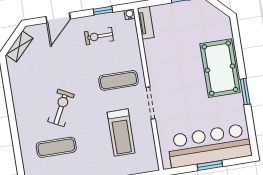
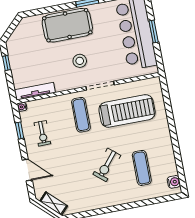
tv unit: (146, 23) -> (35, 91), width x1.41
stool: (179, 81) -> (80, 61), added
exercise bike: (61, 108) -> (107, 165), turned -77
treadmill: (121, 133) -> (127, 111), width x1.37, depth x1.38

